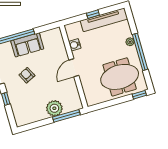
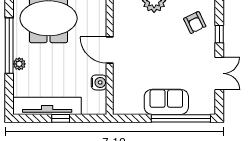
door: (74, 68) -> (110, 50), swing flipped
armchair: (27, 75) -> (195, 22), moved

